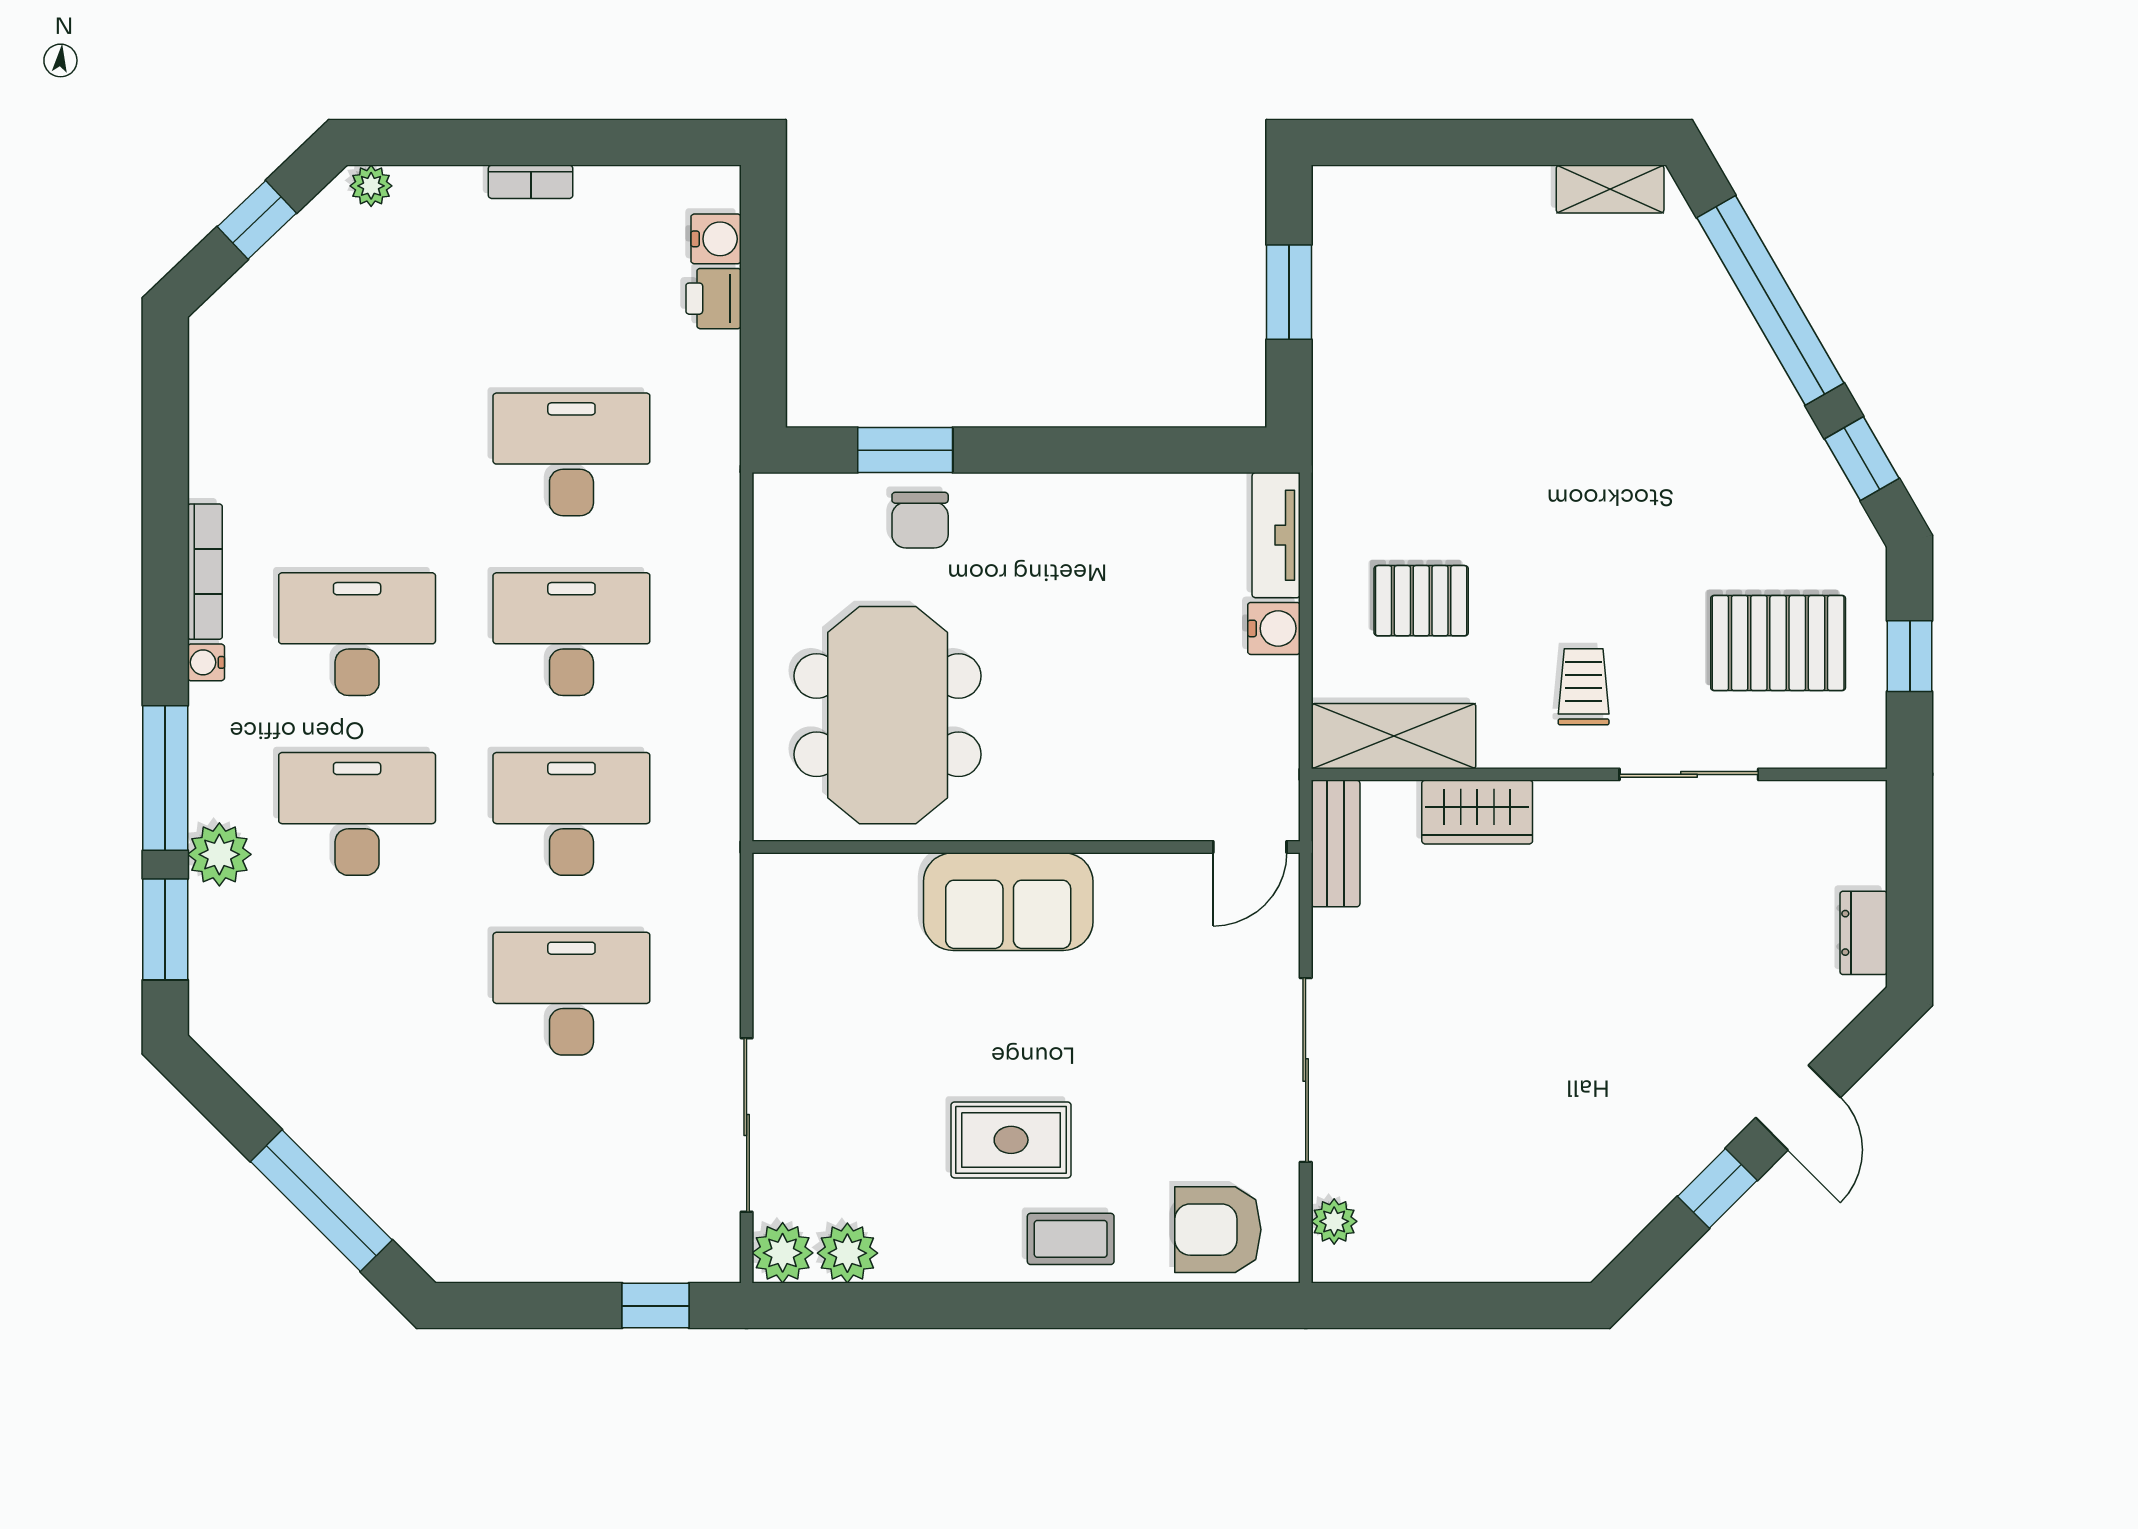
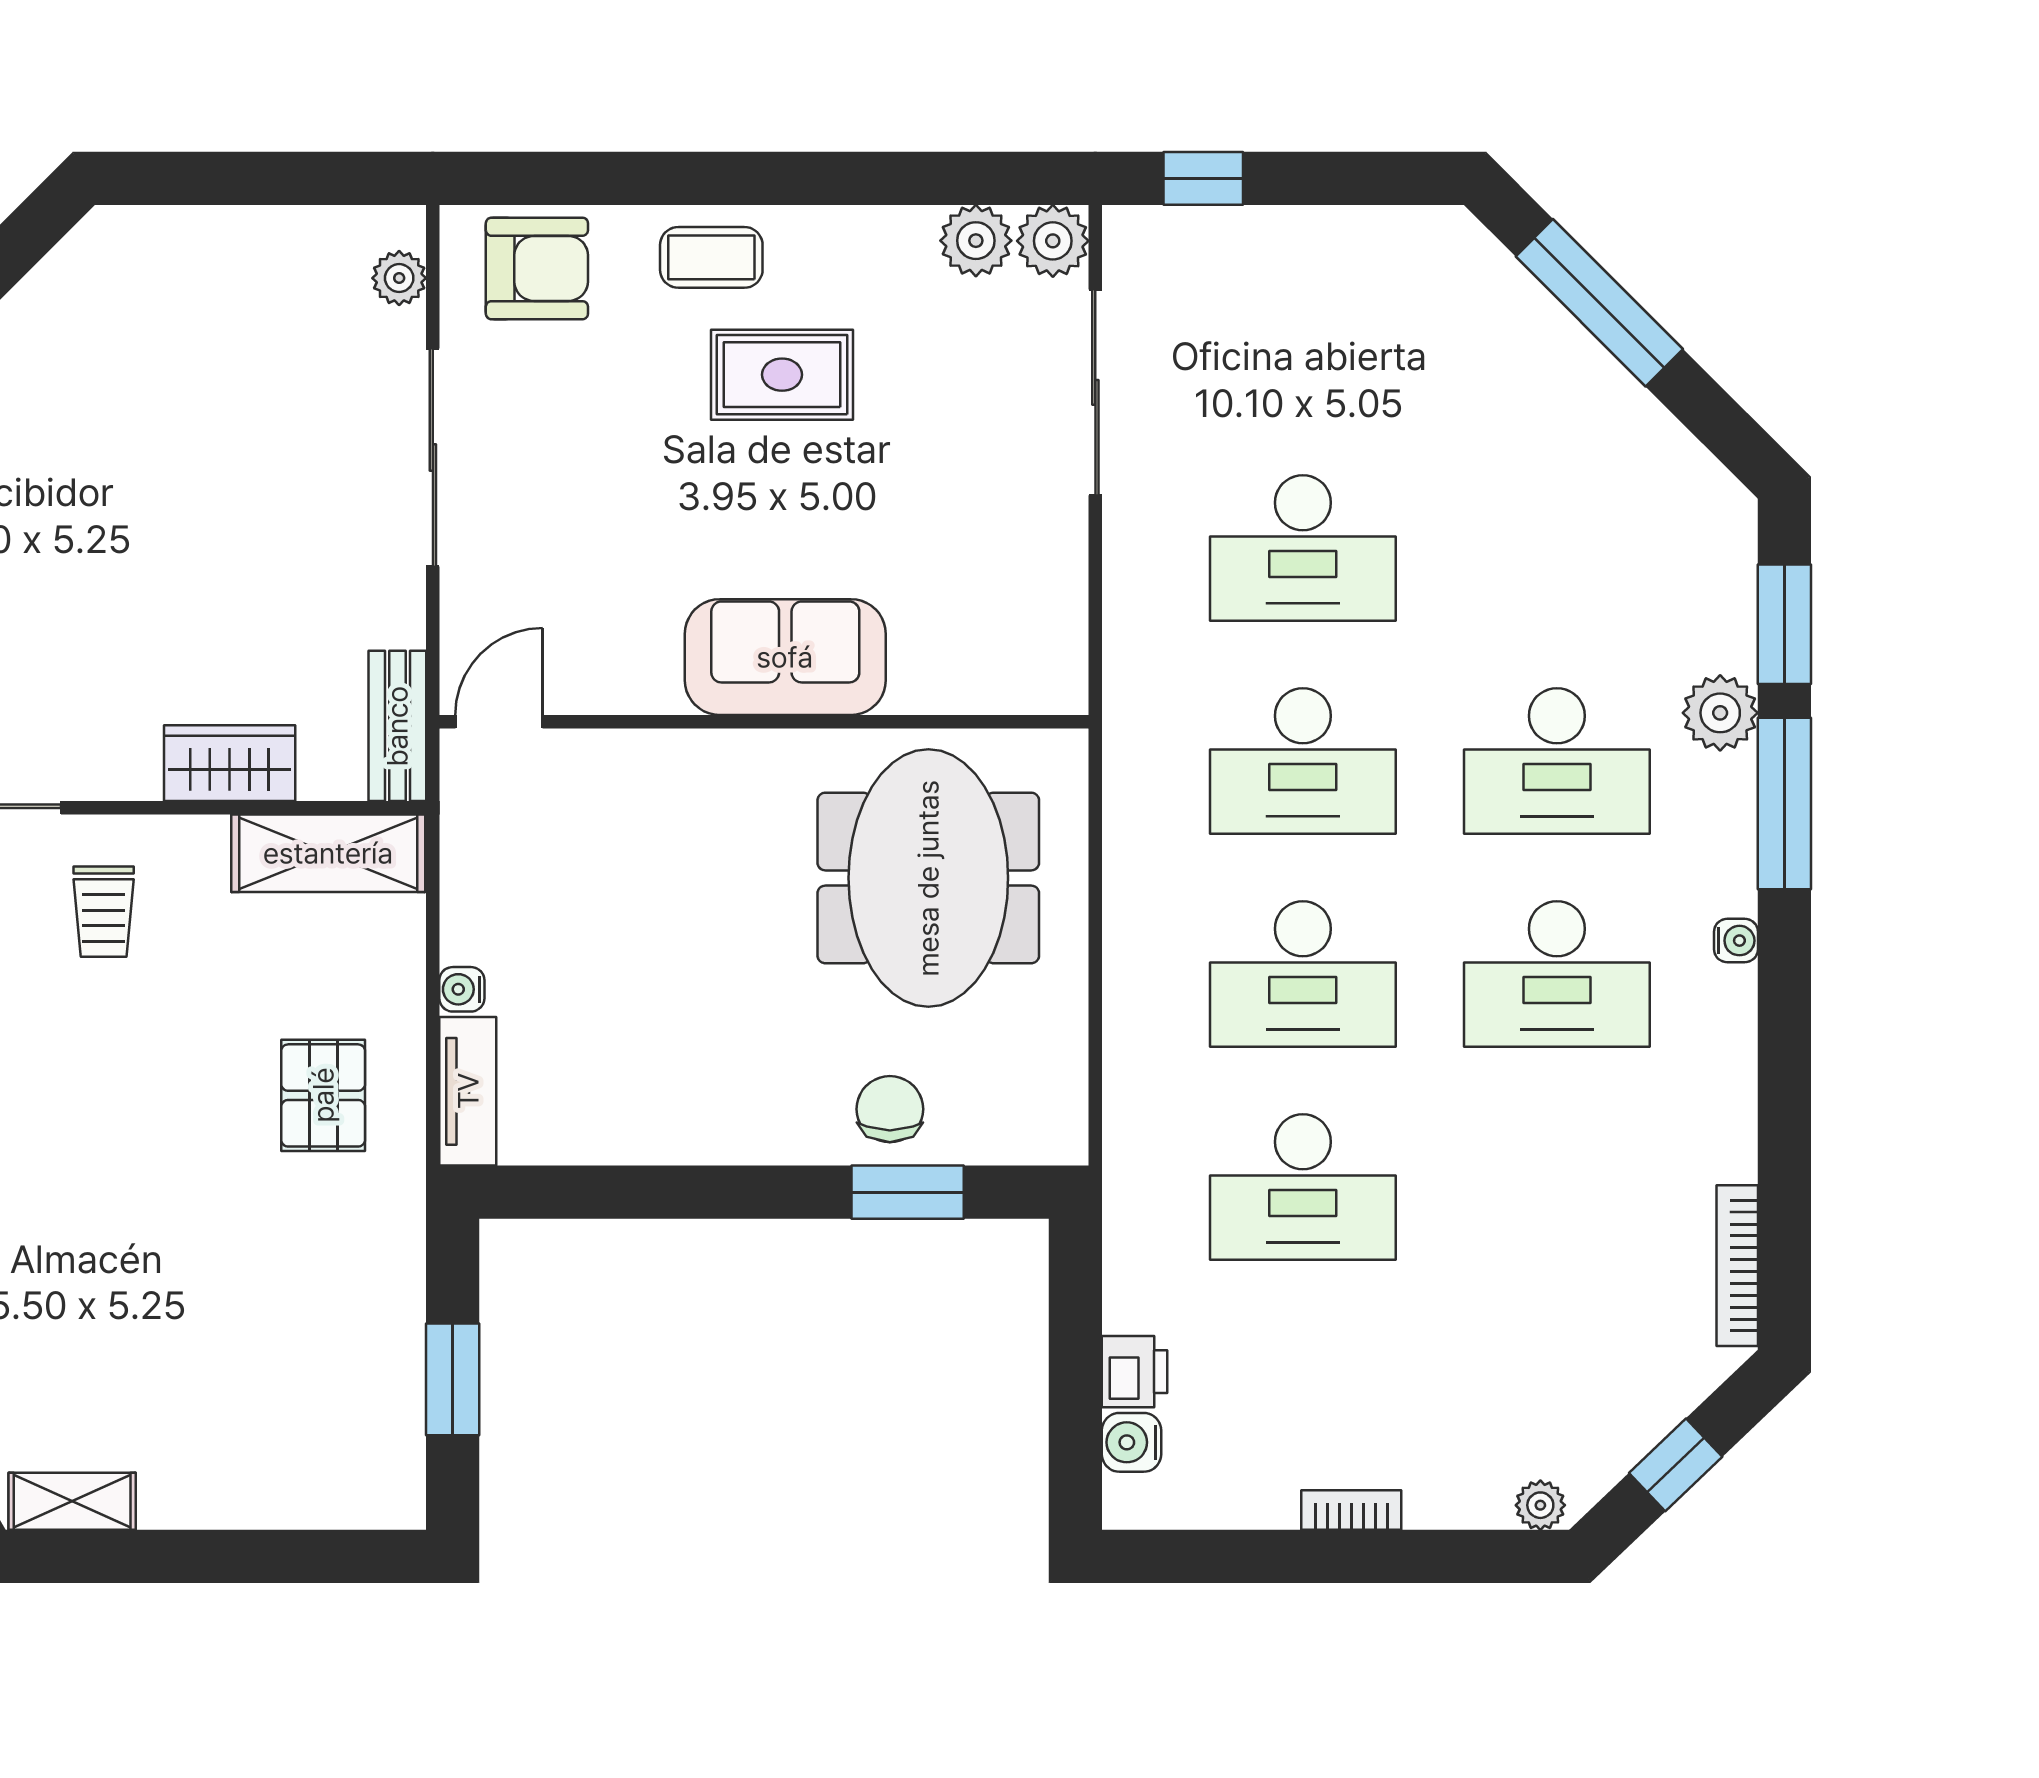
bookcase: (205, 572) -> (1737, 1266), moved
pallet: (1421, 601) -> (323, 1095), moved, turned 90
water cooler: (1274, 628) -> (462, 989), width x0.72, depth x0.72

